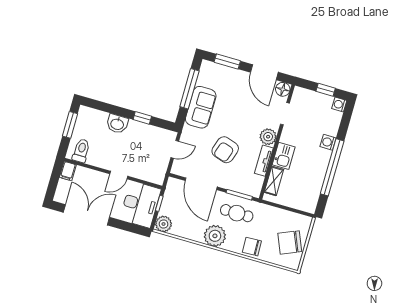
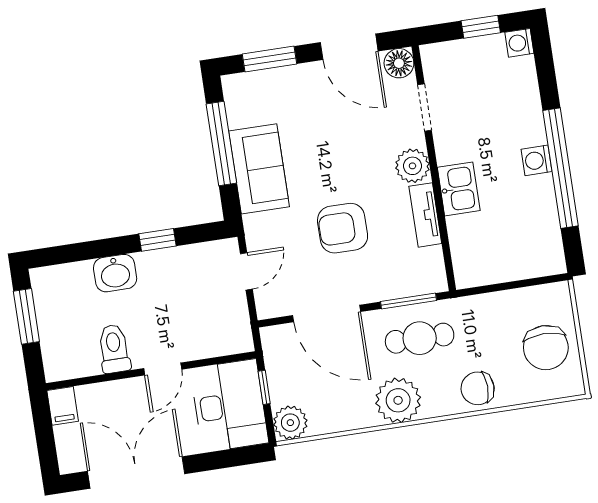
washing machine: (328, 142) -> (537, 160), moved
armchair: (225, 150) -> (343, 228), turned 72
toilet: (81, 151) -> (114, 349), moved
shelving: (274, 181) -> (462, 245), removed
chair: (290, 242) -> (546, 348), turned -67

